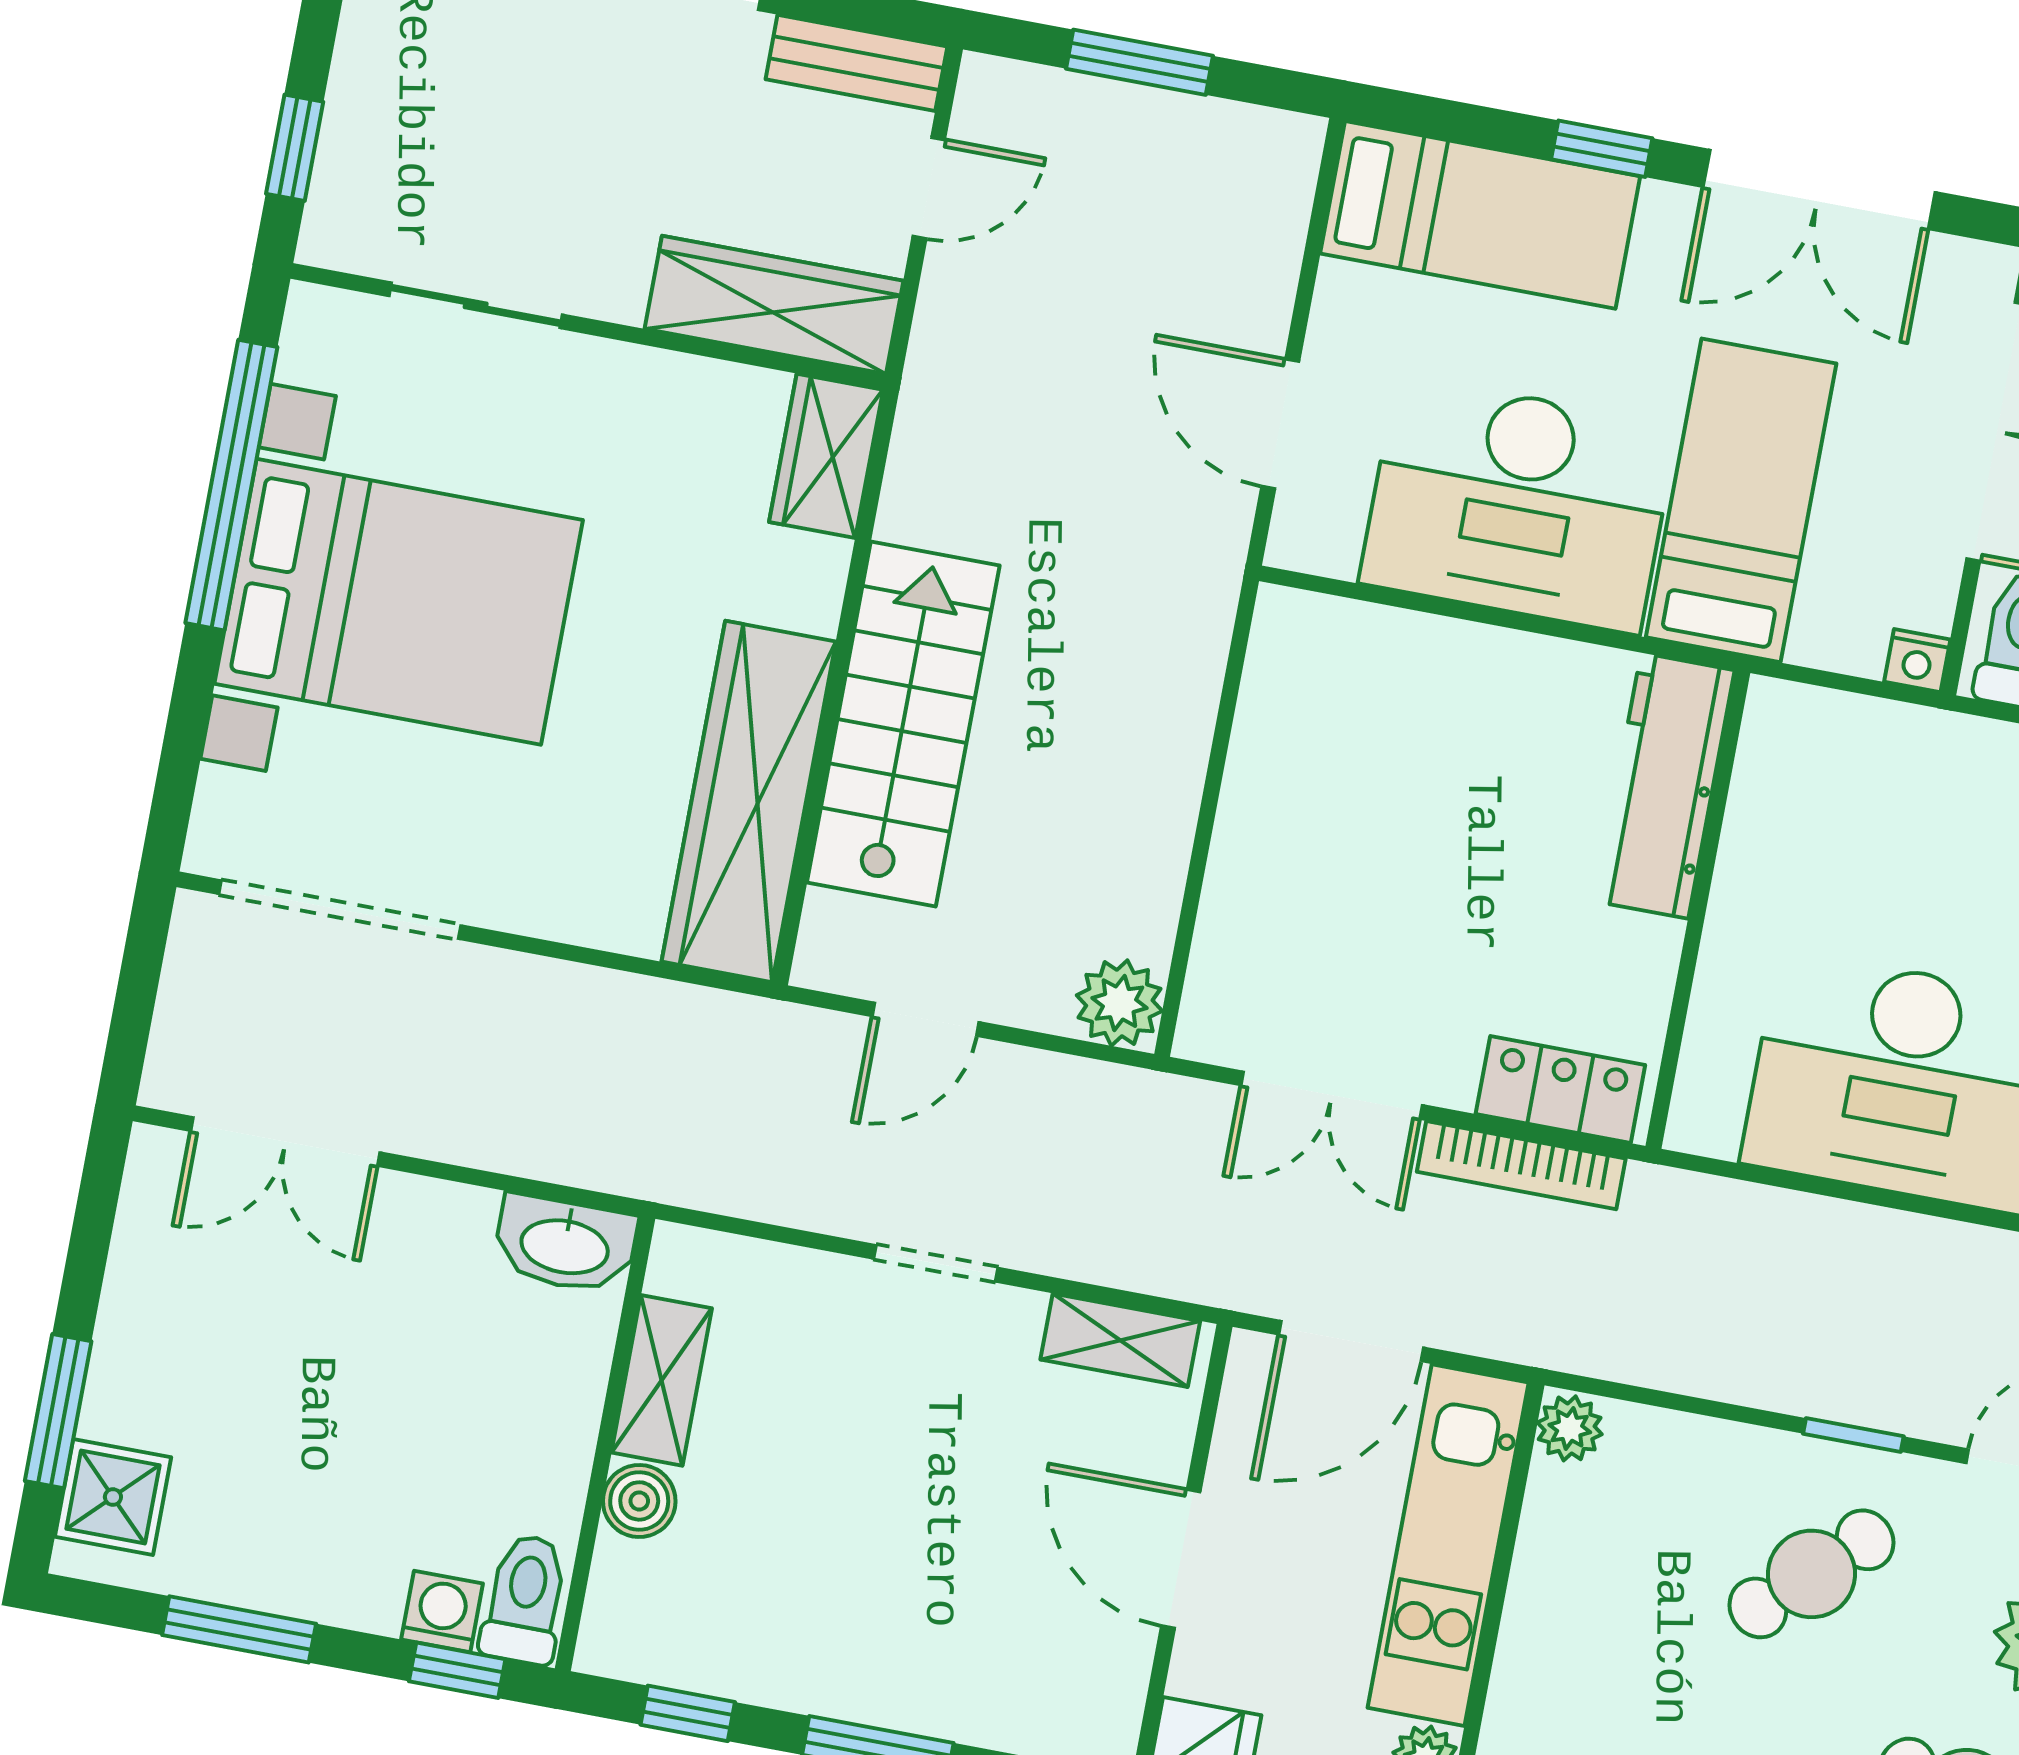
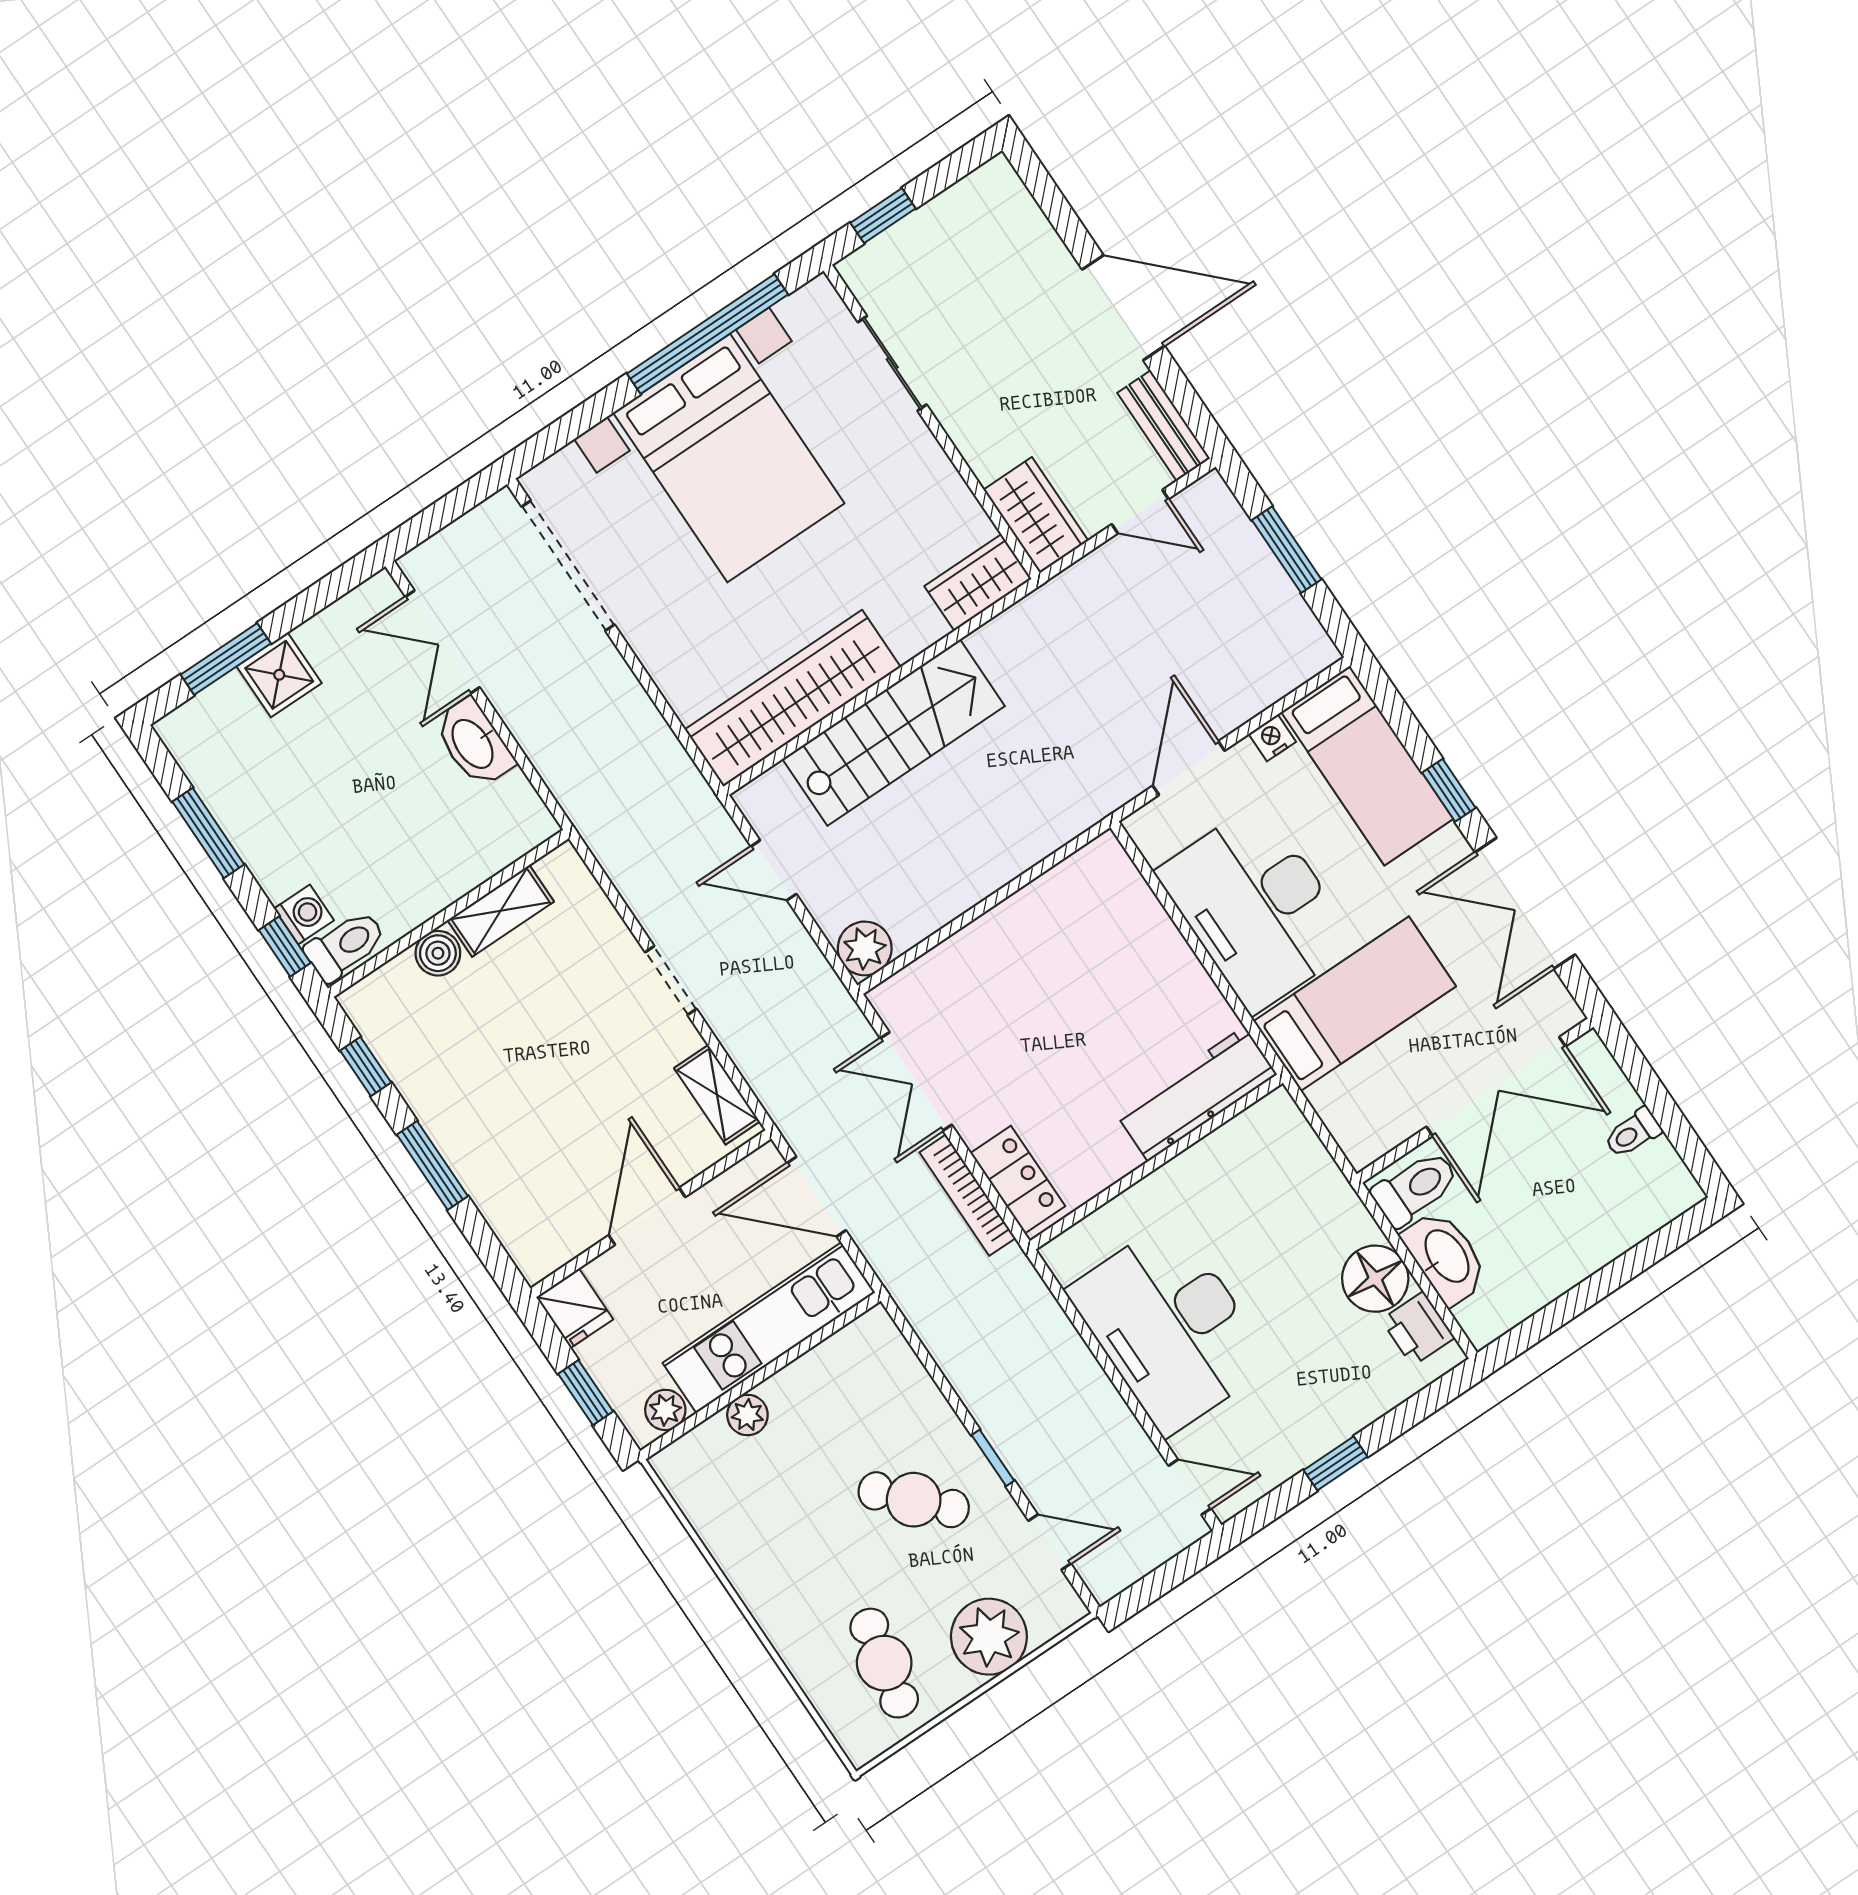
wardrobe: (774, 305) -> (1036, 515), width x0.67
nightstand: (1917, 661) -> (1272, 738), moved, turned 90
washbasin: (565, 1244) -> (474, 743), moved
plant: (1570, 1428) -> (747, 1415), moved
shower: (113, 1497) -> (279, 675), moved

